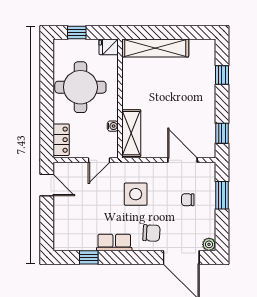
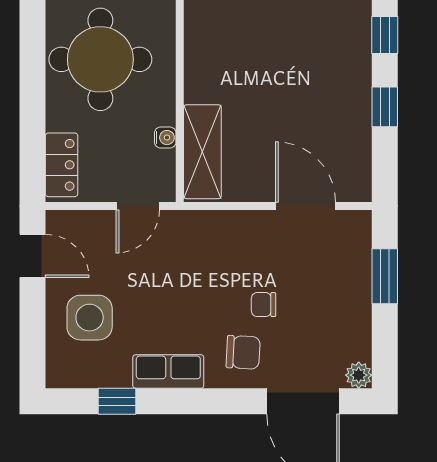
window: (222, 133) -> (385, 107), moved
side table: (136, 194) -> (90, 318), moved
chair: (188, 200) -> (264, 305), moved

